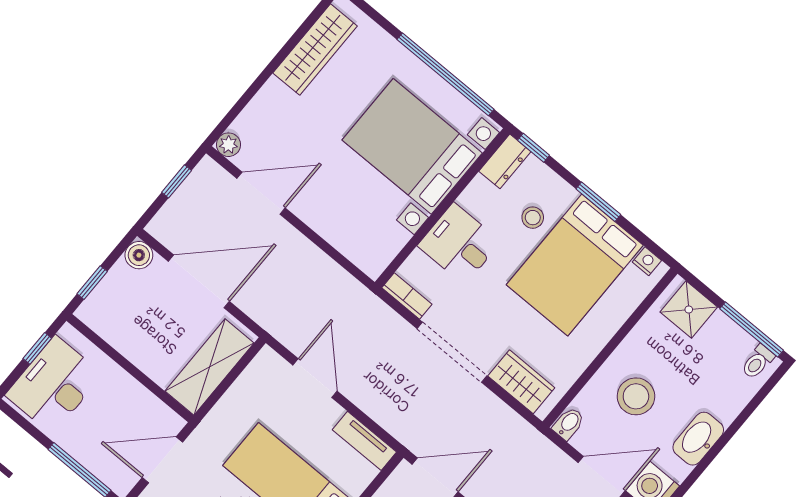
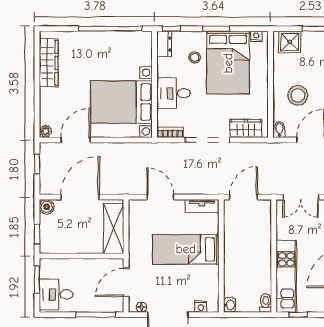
bed with nightstands: (412, 146) -> (121, 102), moved
window: (37, 348) -> (37, 279), width x1.50
desk: (54, 385) -> (56, 294), width x0.73

